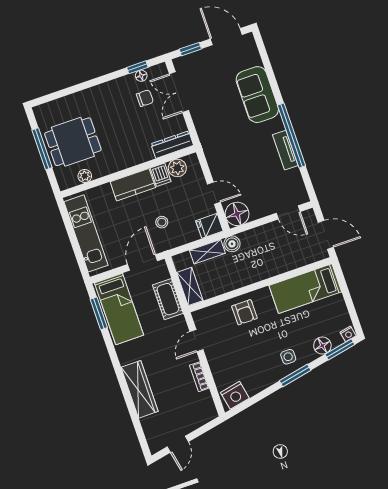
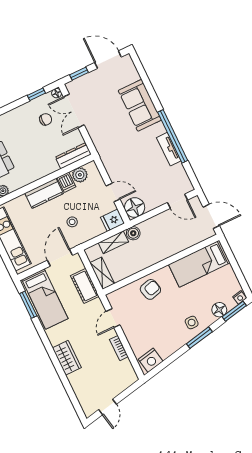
floor lamp: (141, 76) -> (57, 93), moved
armchair: (244, 312) -> (150, 289), turned -105
wardrobe: (140, 389) -> (67, 358), width x0.67

